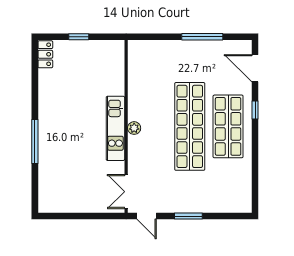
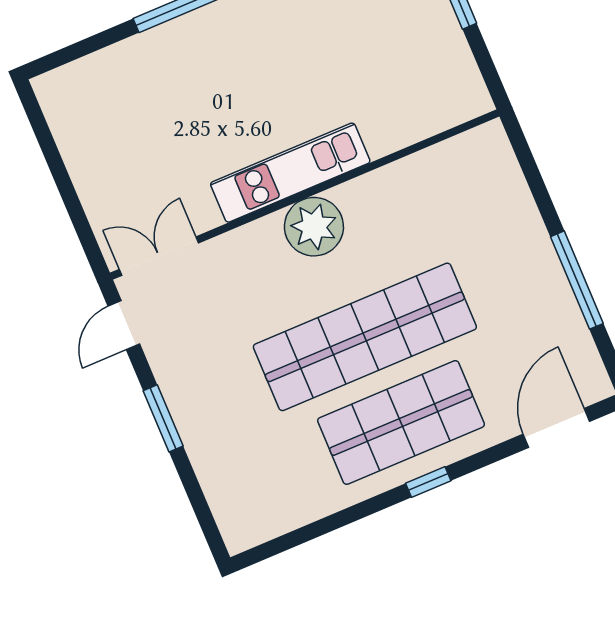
window: (255, 110) -> (428, 482), moved
plant: (134, 128) -> (314, 227), width x1.88, depth x1.88

